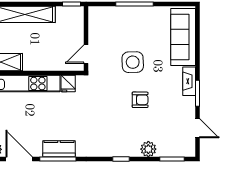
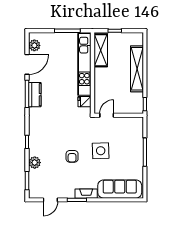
door: (86, 54) -> (107, 115), hinge flipped

